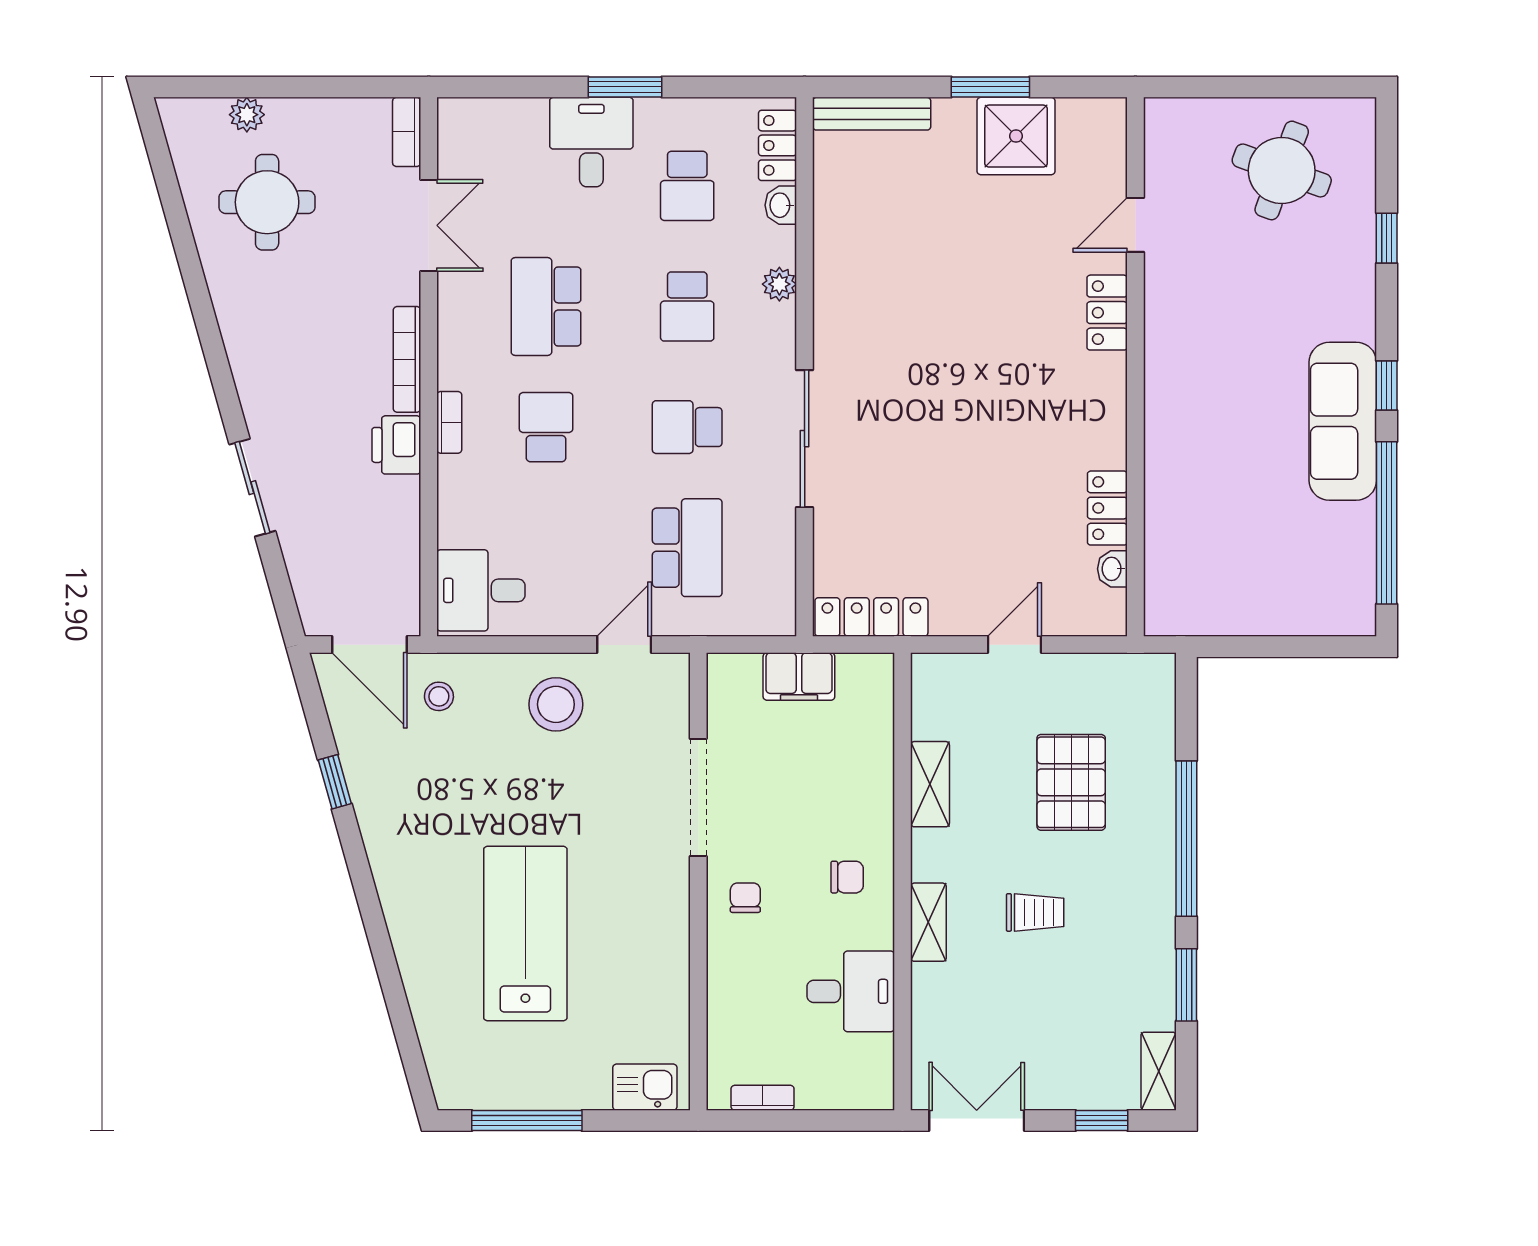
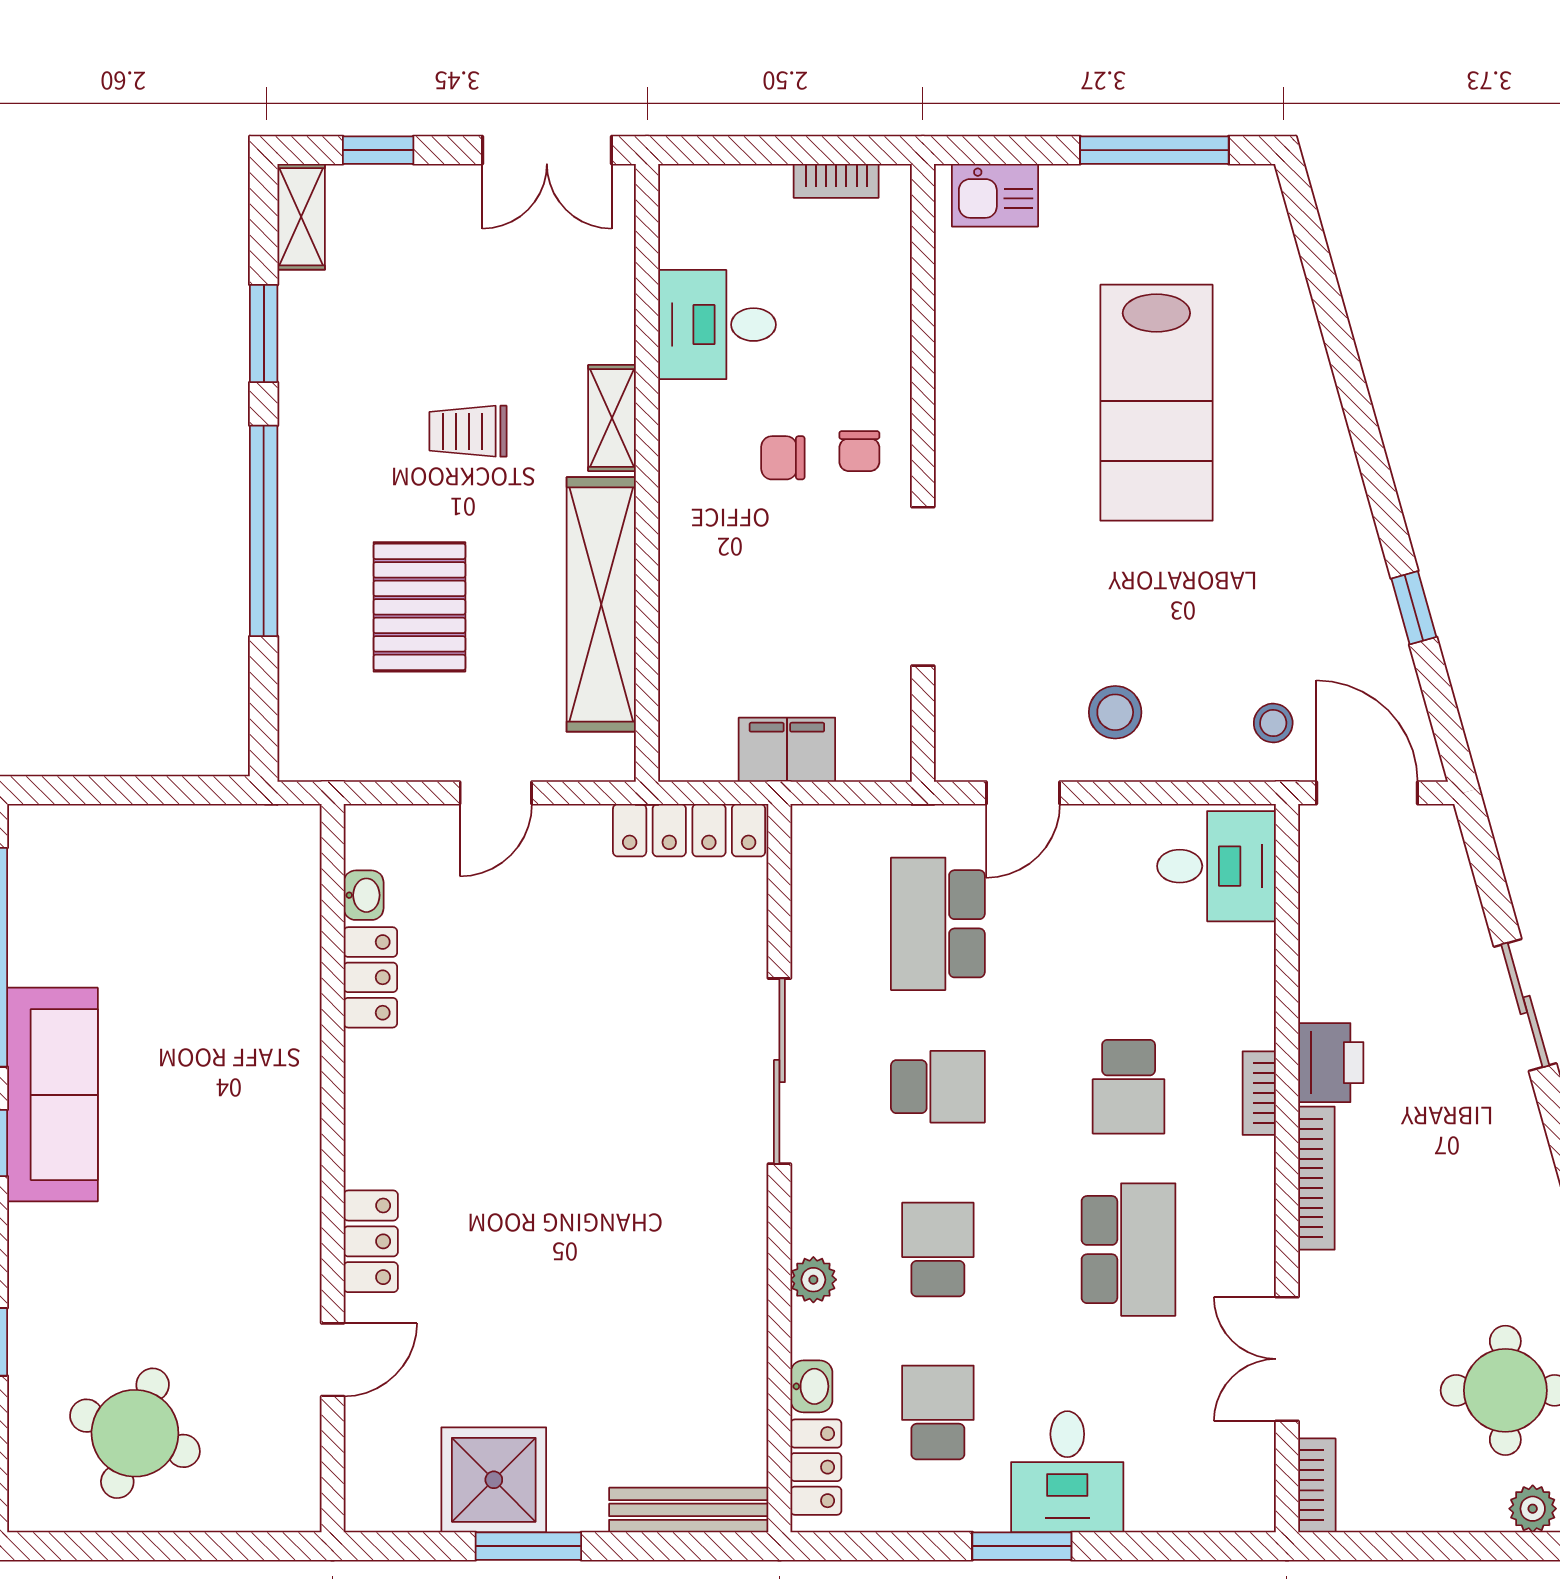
stool: (556, 704) -> (1115, 712), width x0.73, depth x0.73
shelving: (930, 784) -> (601, 604), width x2.20, depth x1.33
chair: (847, 877) -> (783, 458), moved

